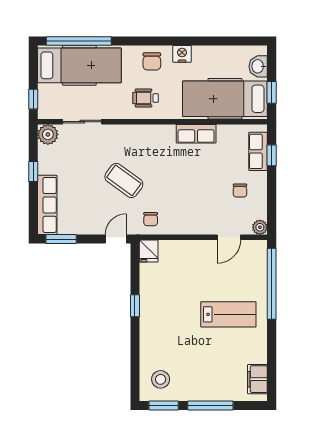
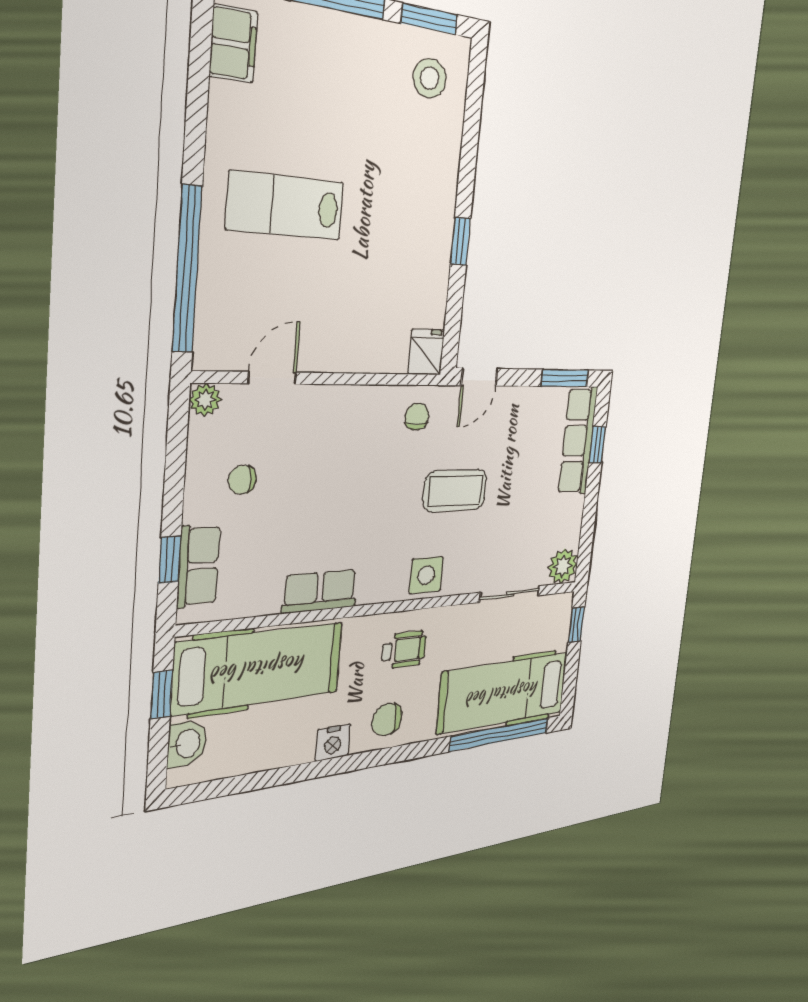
chair: (152, 61) -> (387, 719), turned -90
side table: (136, 137) -> (426, 575), added
window: (33, 171) -> (597, 445), moved
coffee table: (124, 180) -> (455, 491), turned -36
chair: (240, 190) -> (242, 480), turned -90

